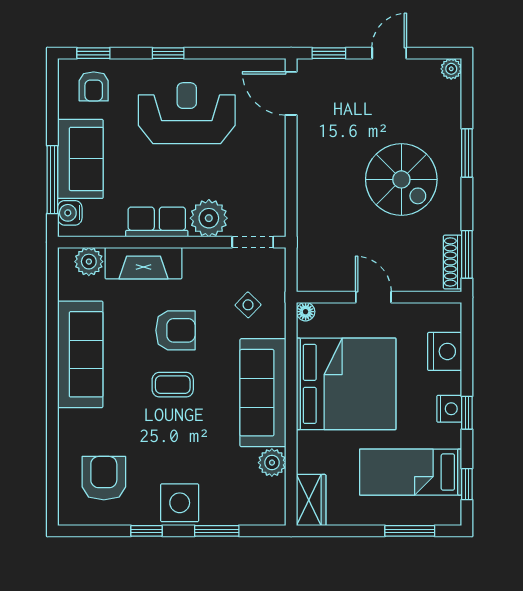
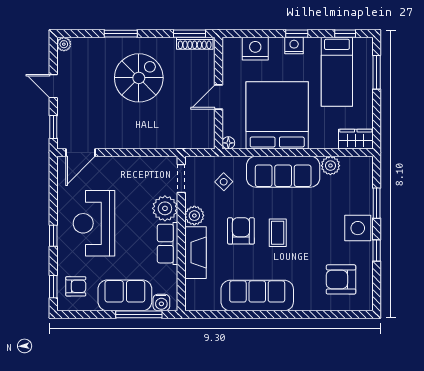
plant: (89, 262) -> (194, 216), moved

